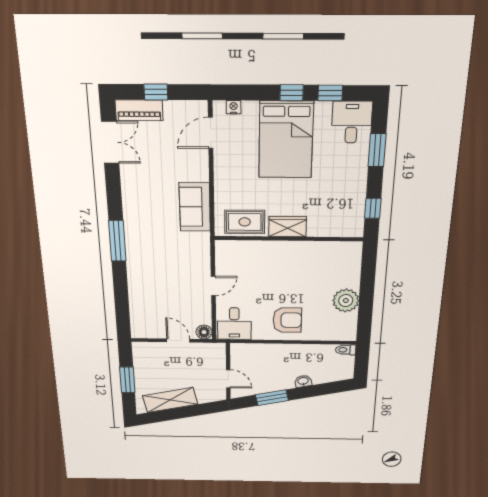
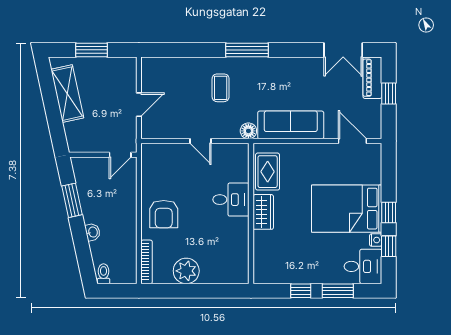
nightstand: (234, 107) -> (376, 240), moved
sofa: (195, 207) -> (291, 125), width x1.36
window: (373, 208) -> (301, 291), moved
coffee table: (158, 267) -> (221, 88), added
desk: (234, 324) -> (231, 200), moved, turned 180
floor lamp: (204, 332) -> (248, 131), moved
bookcase: (335, 336) -> (147, 262), added
toilet: (346, 350) -> (104, 274), moved
door: (228, 379) -> (120, 155), moved

